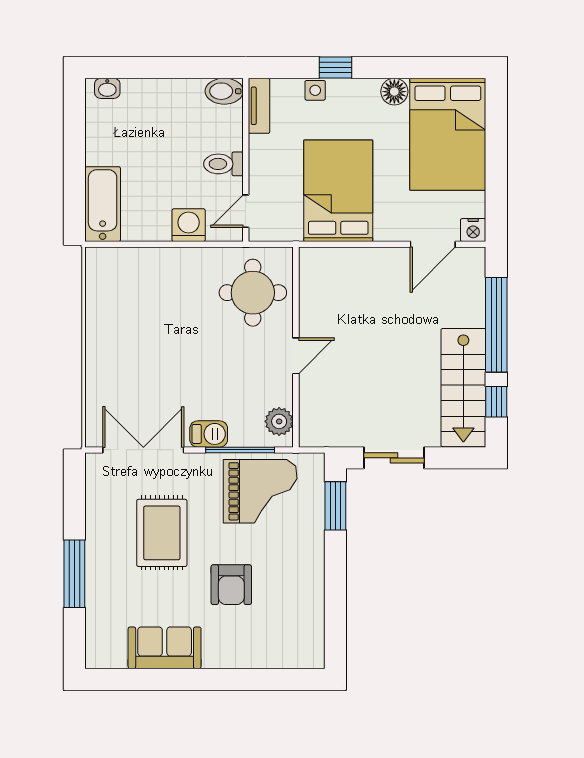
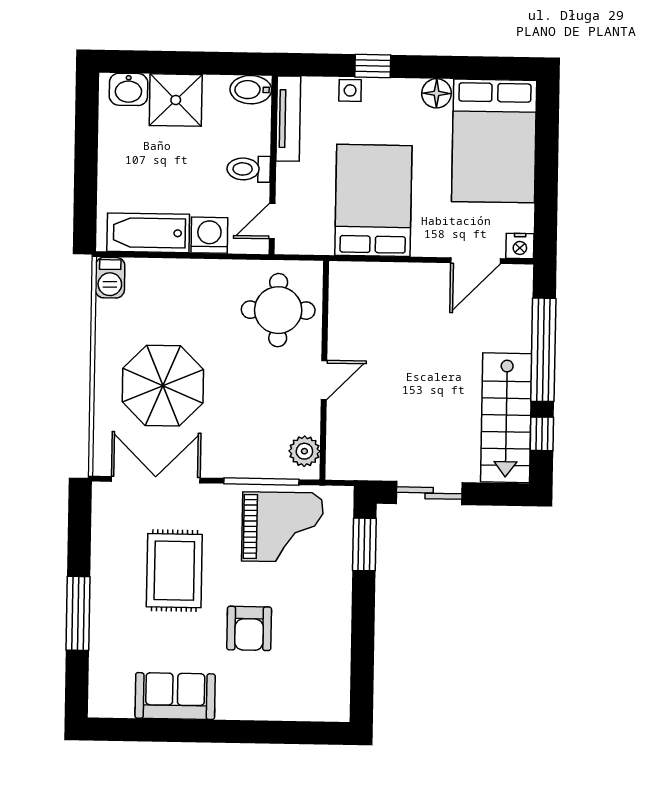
washbasin: (107, 88) -> (128, 89), width x1.38, depth x1.45
shower: (156, 102) -> (176, 100), added
tv unit: (259, 106) -> (288, 119), width x1.41
bathtub: (103, 204) -> (148, 233), moved, turned -90
parasol: (148, 364) -> (163, 386), added
barbecue: (209, 434) -> (110, 278), moved, turned 90

